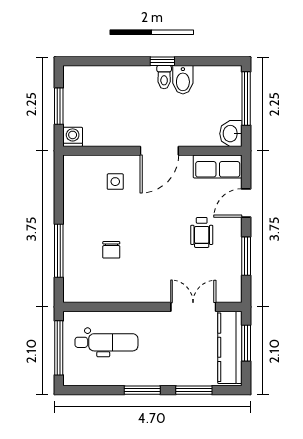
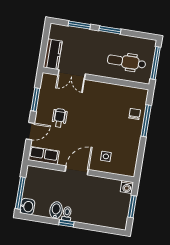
washbasin: (231, 134) -> (27, 206), moved
chair: (111, 250) -> (135, 114), moved
window: (246, 343) -> (44, 48), removed
kitchen counter: (230, 347) -> (53, 54), width x0.67

